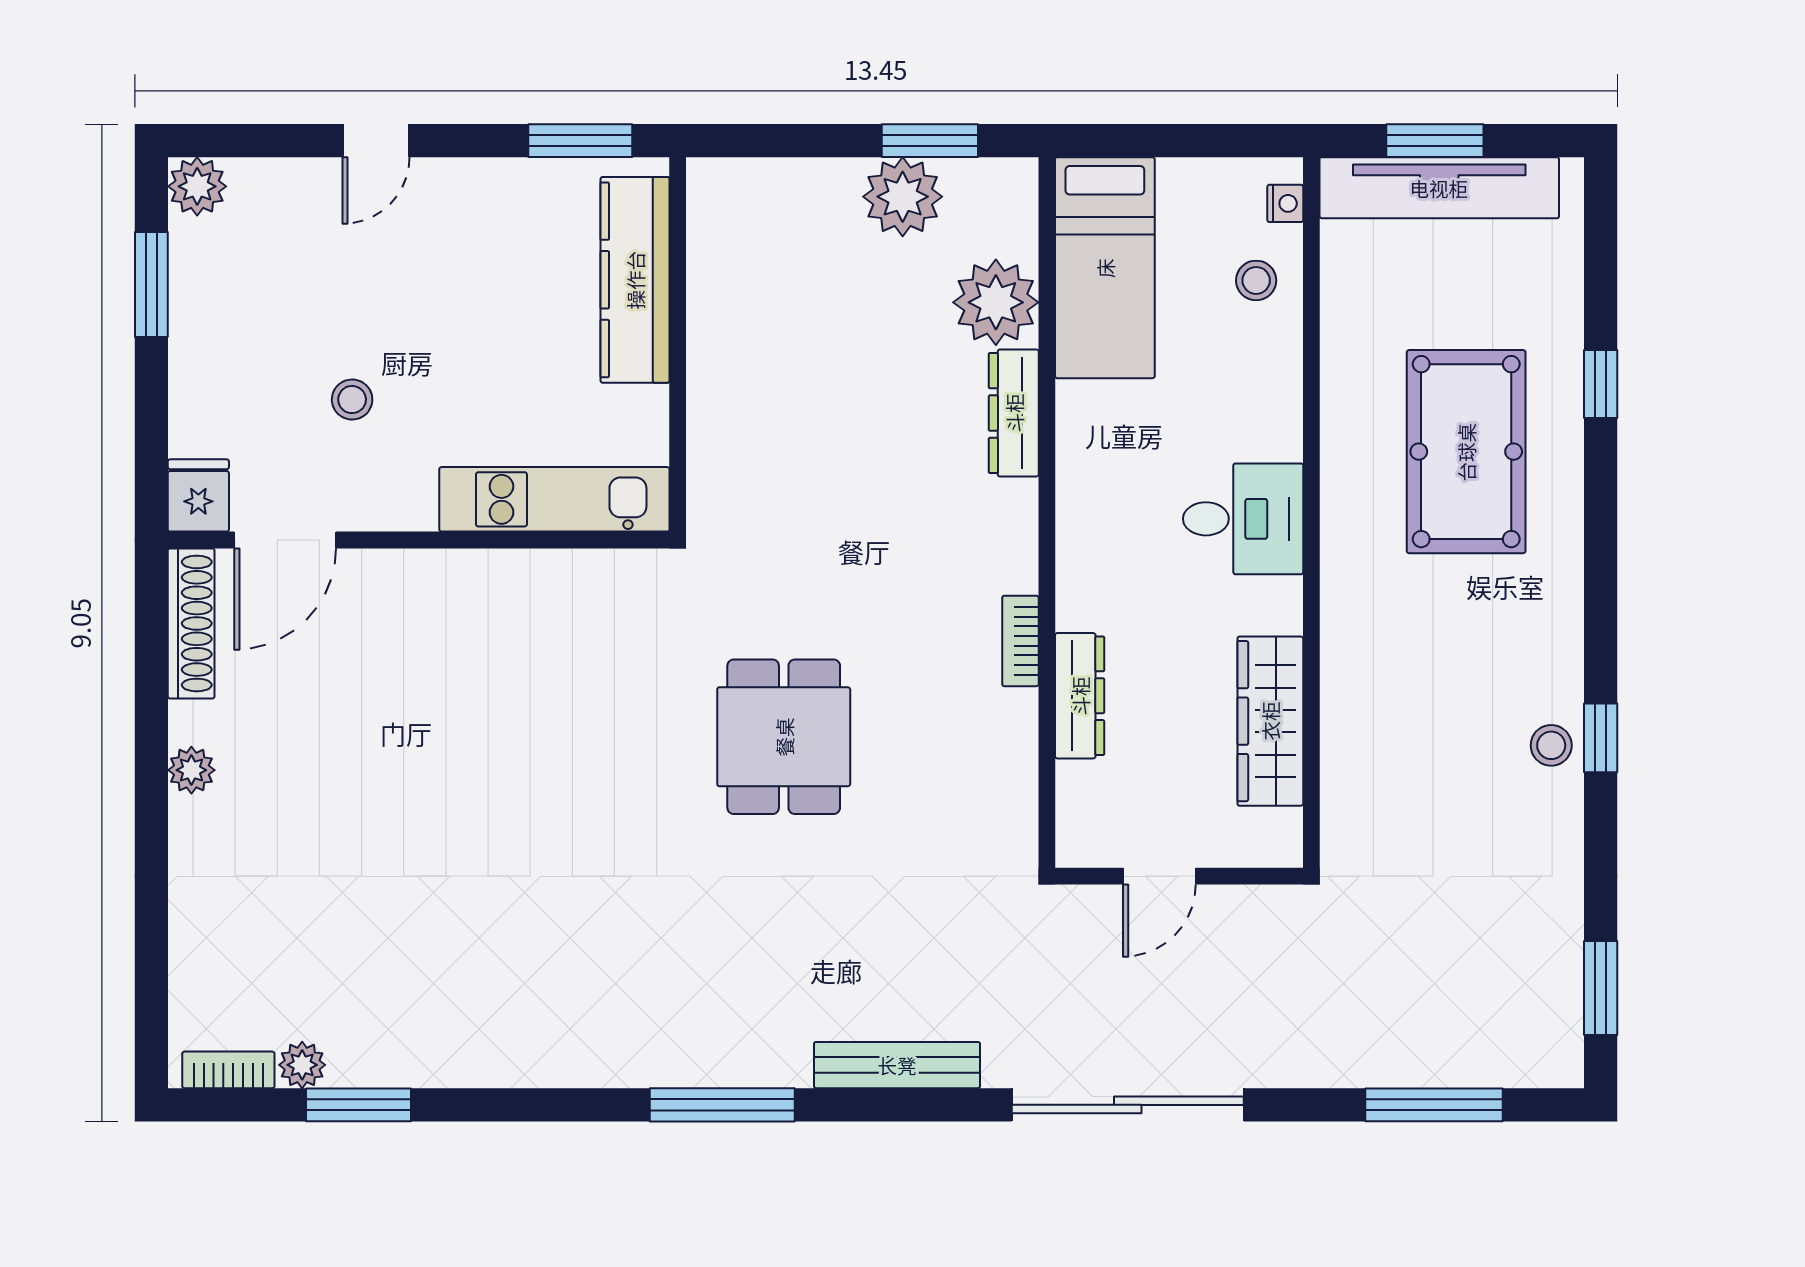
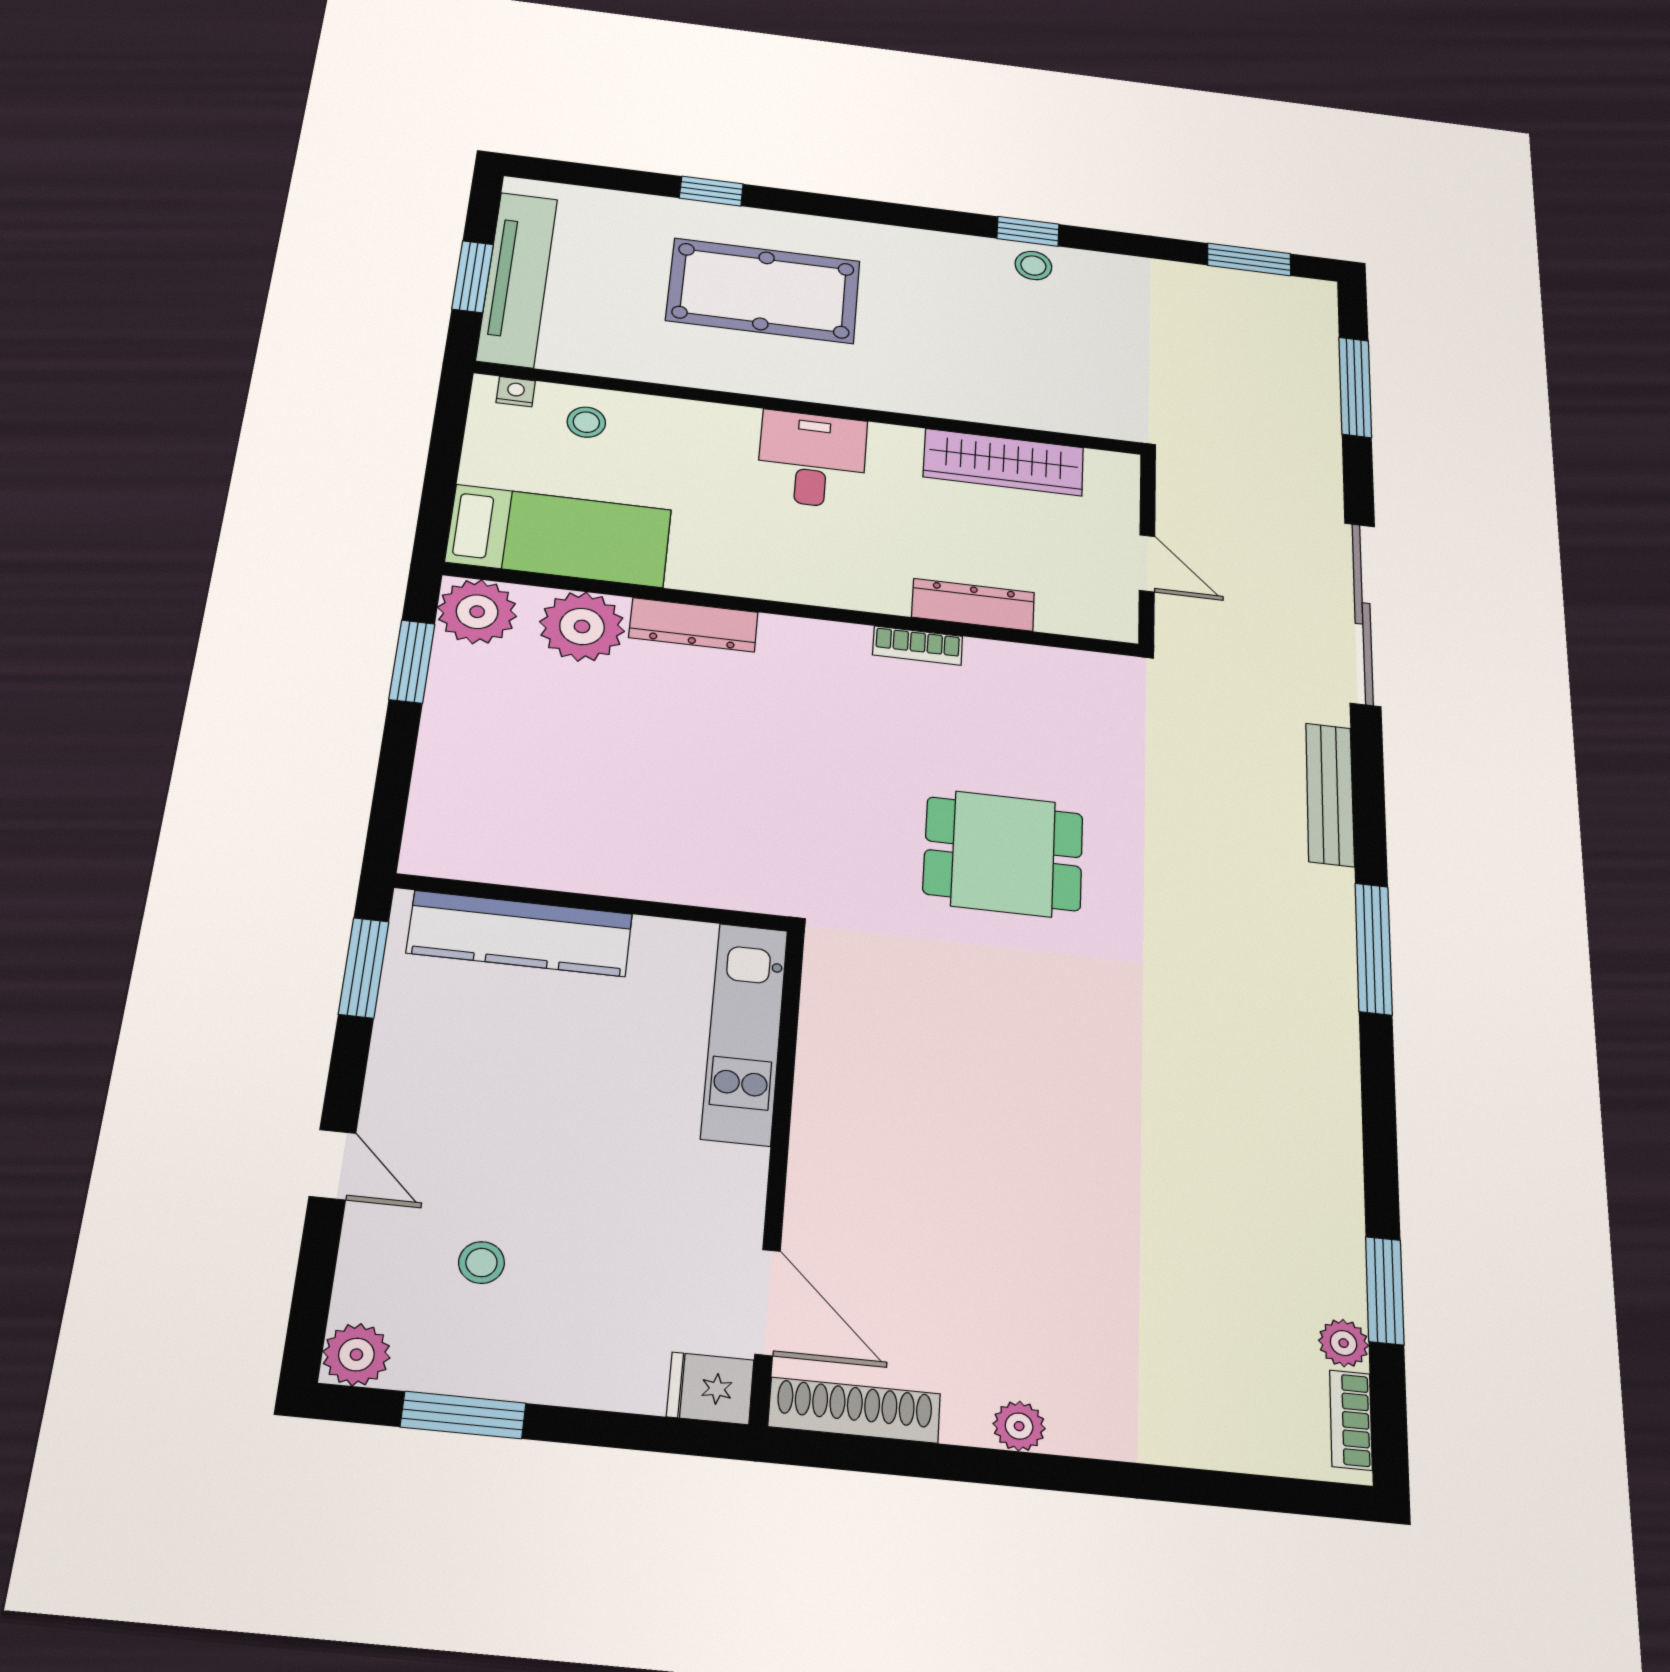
plant: (903, 197) -> (477, 612), moved
stool: (352, 400) -> (481, 1263), moved

